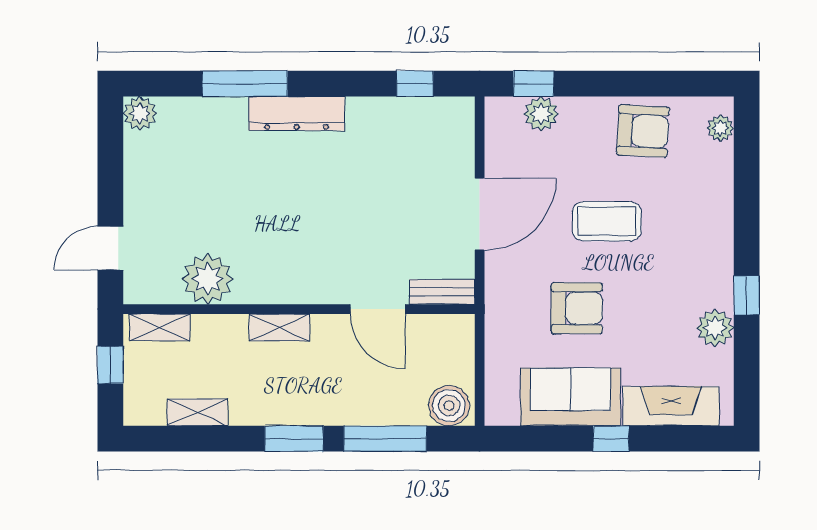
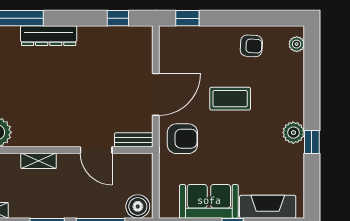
plant: (541, 114) -> (192, 36), removed
armchair: (643, 131) -> (251, 46), width x0.72, depth x0.72
armchair: (577, 308) -> (182, 139), moved
plant: (715, 328) -> (293, 133), moved

